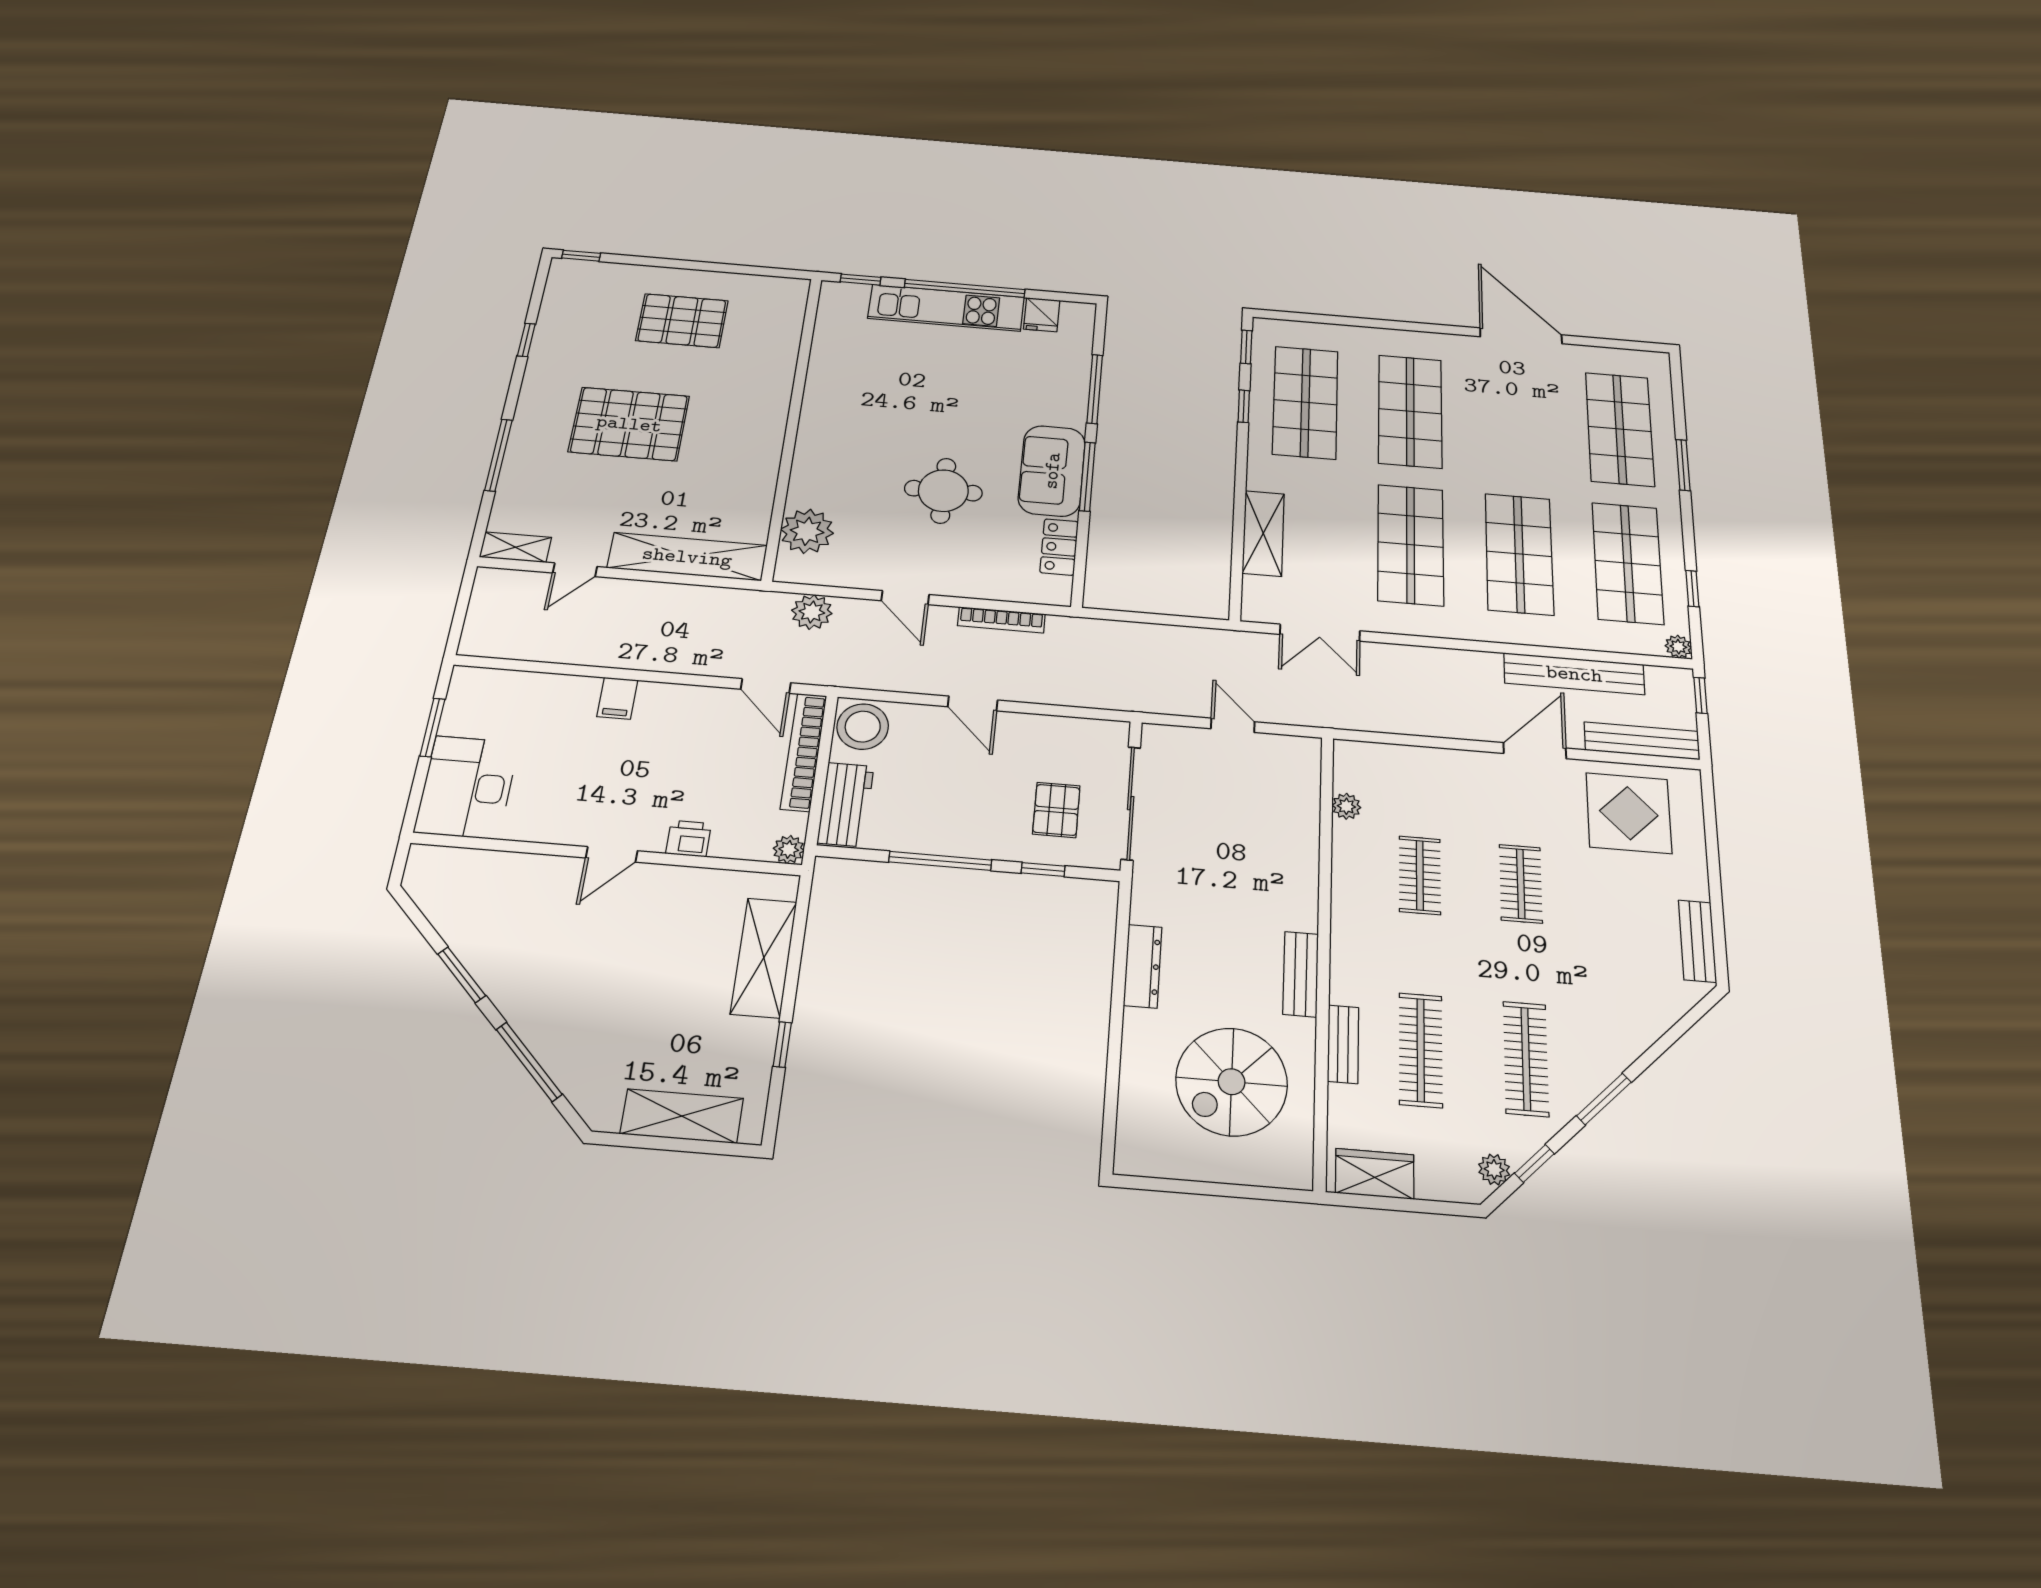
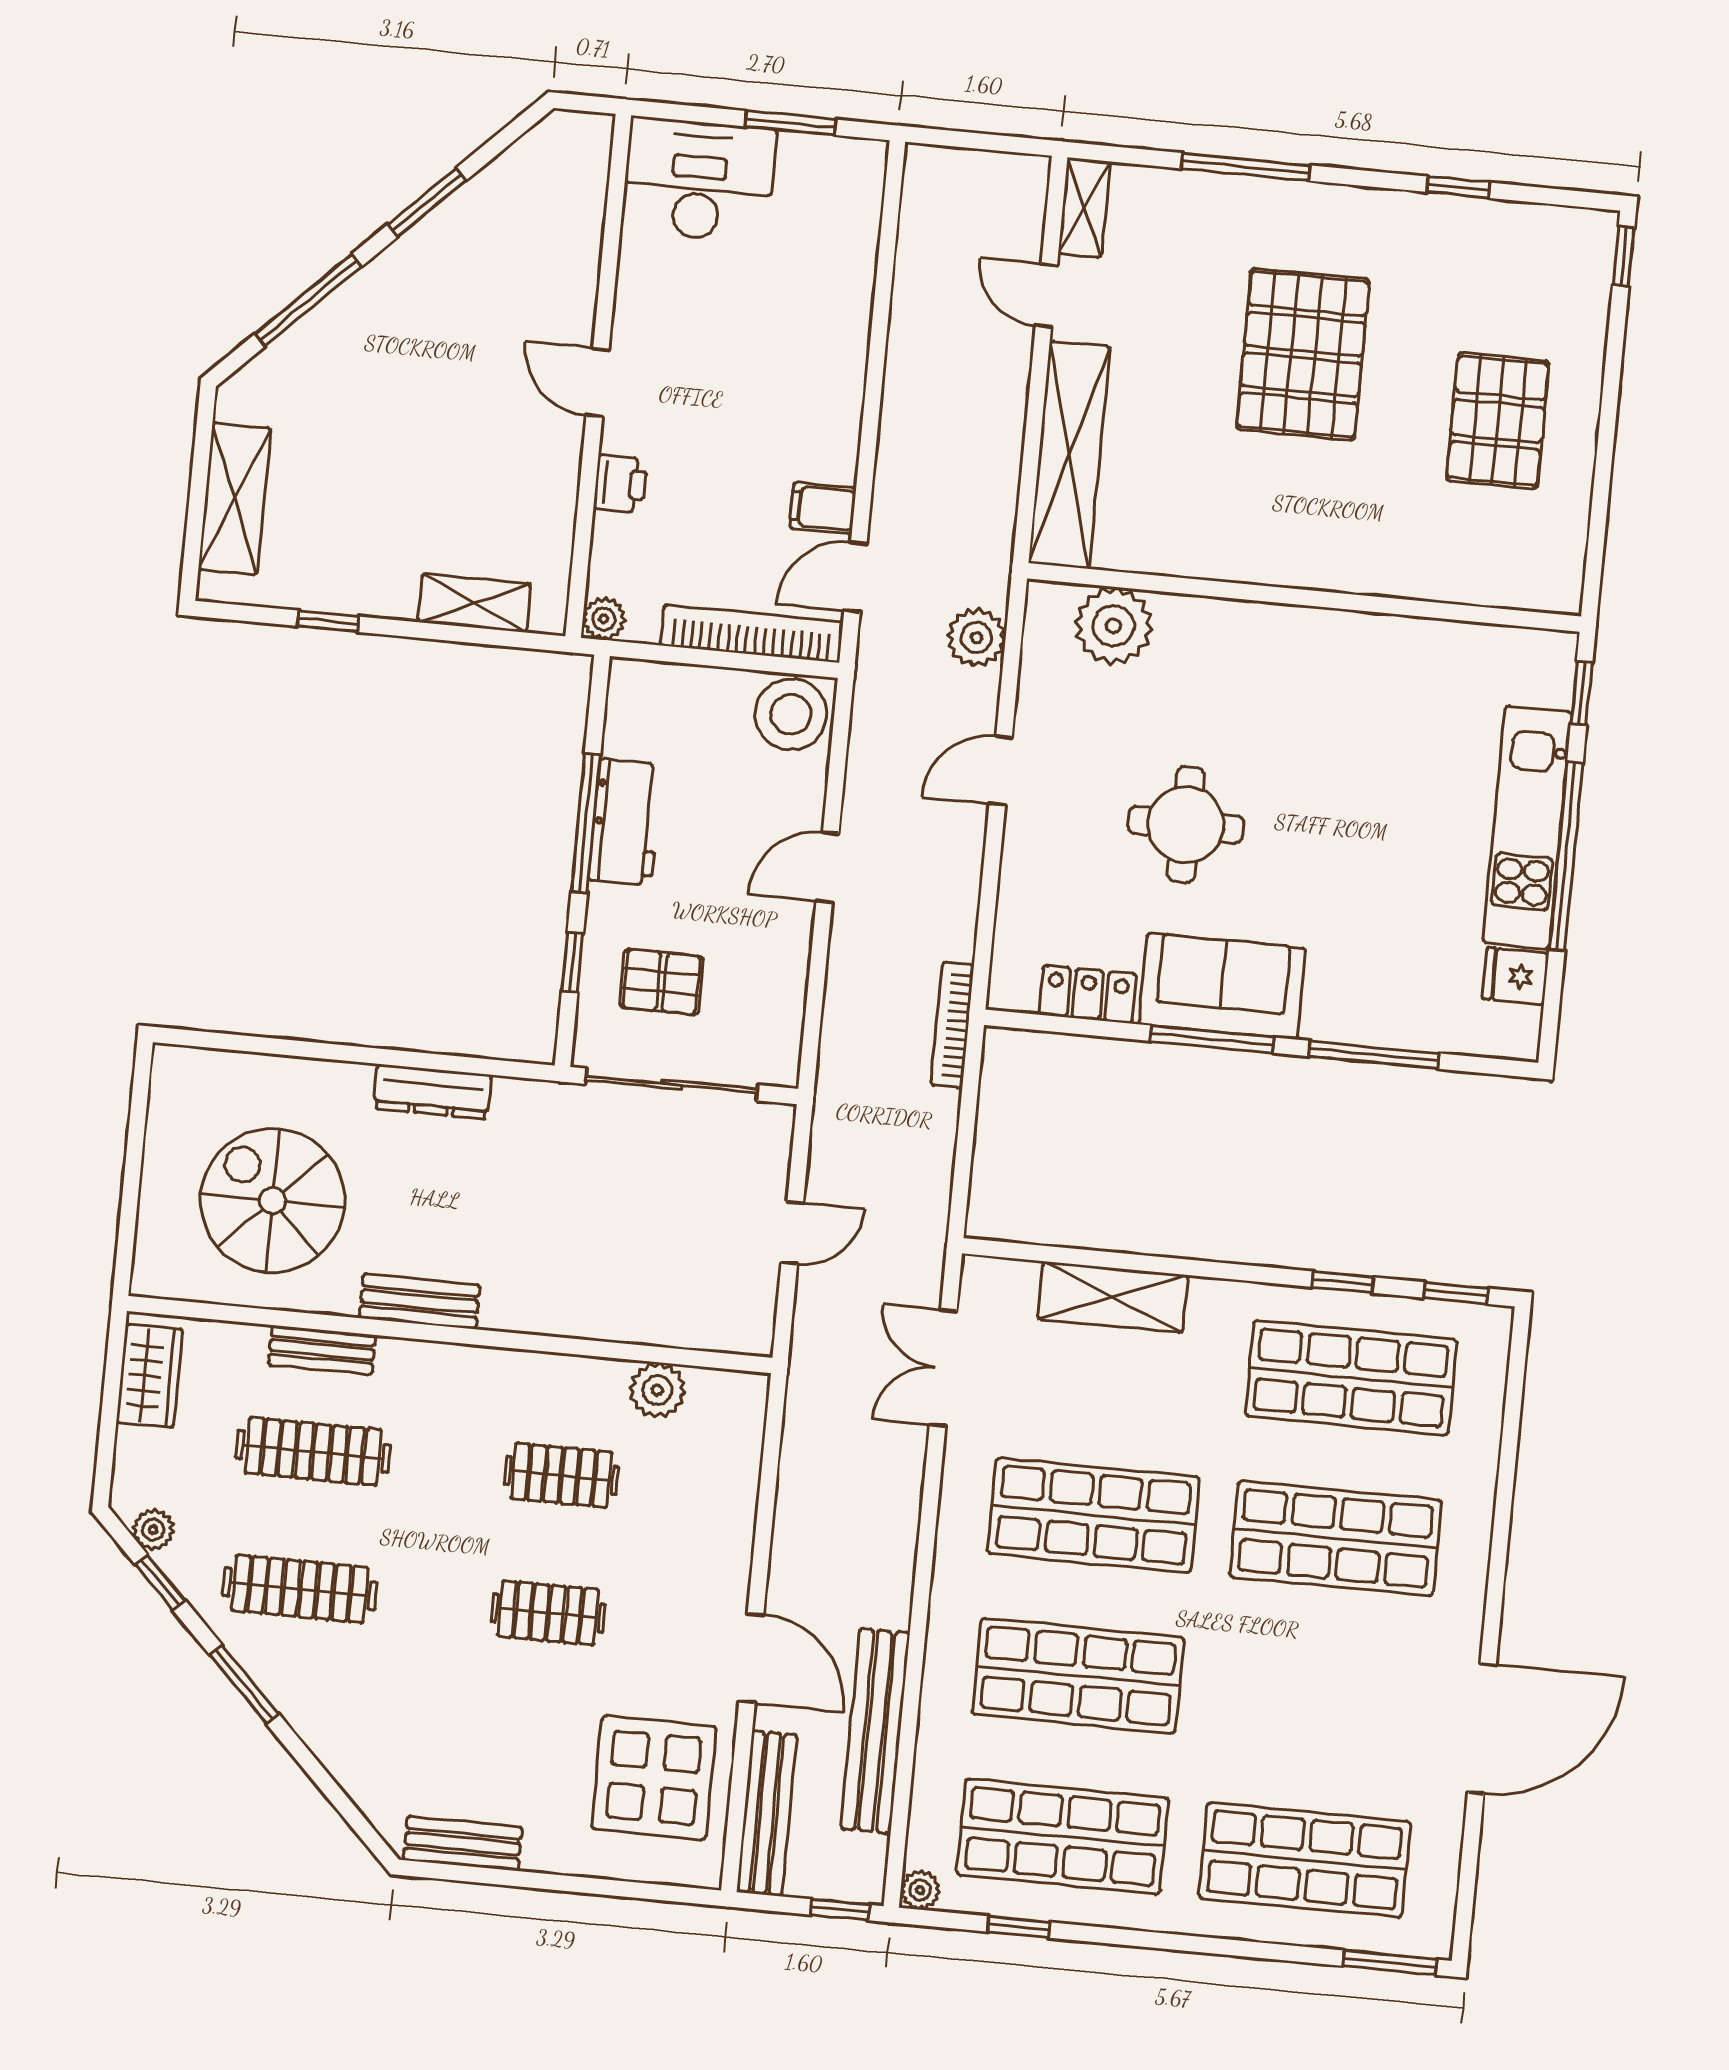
window: (1683, 465) -> (1390, 1963), moved
bookcase: (1001, 620) -> (953, 1025), moved
filing cabinet: (617, 698) -> (823, 508), moved
workbench: (846, 804) -> (625, 822), moved, turned -90
plant: (1346, 806) -> (657, 1390), width x1.38, depth x1.38
shelving: (764, 958) -> (474, 603), width x0.67, depth x0.75

